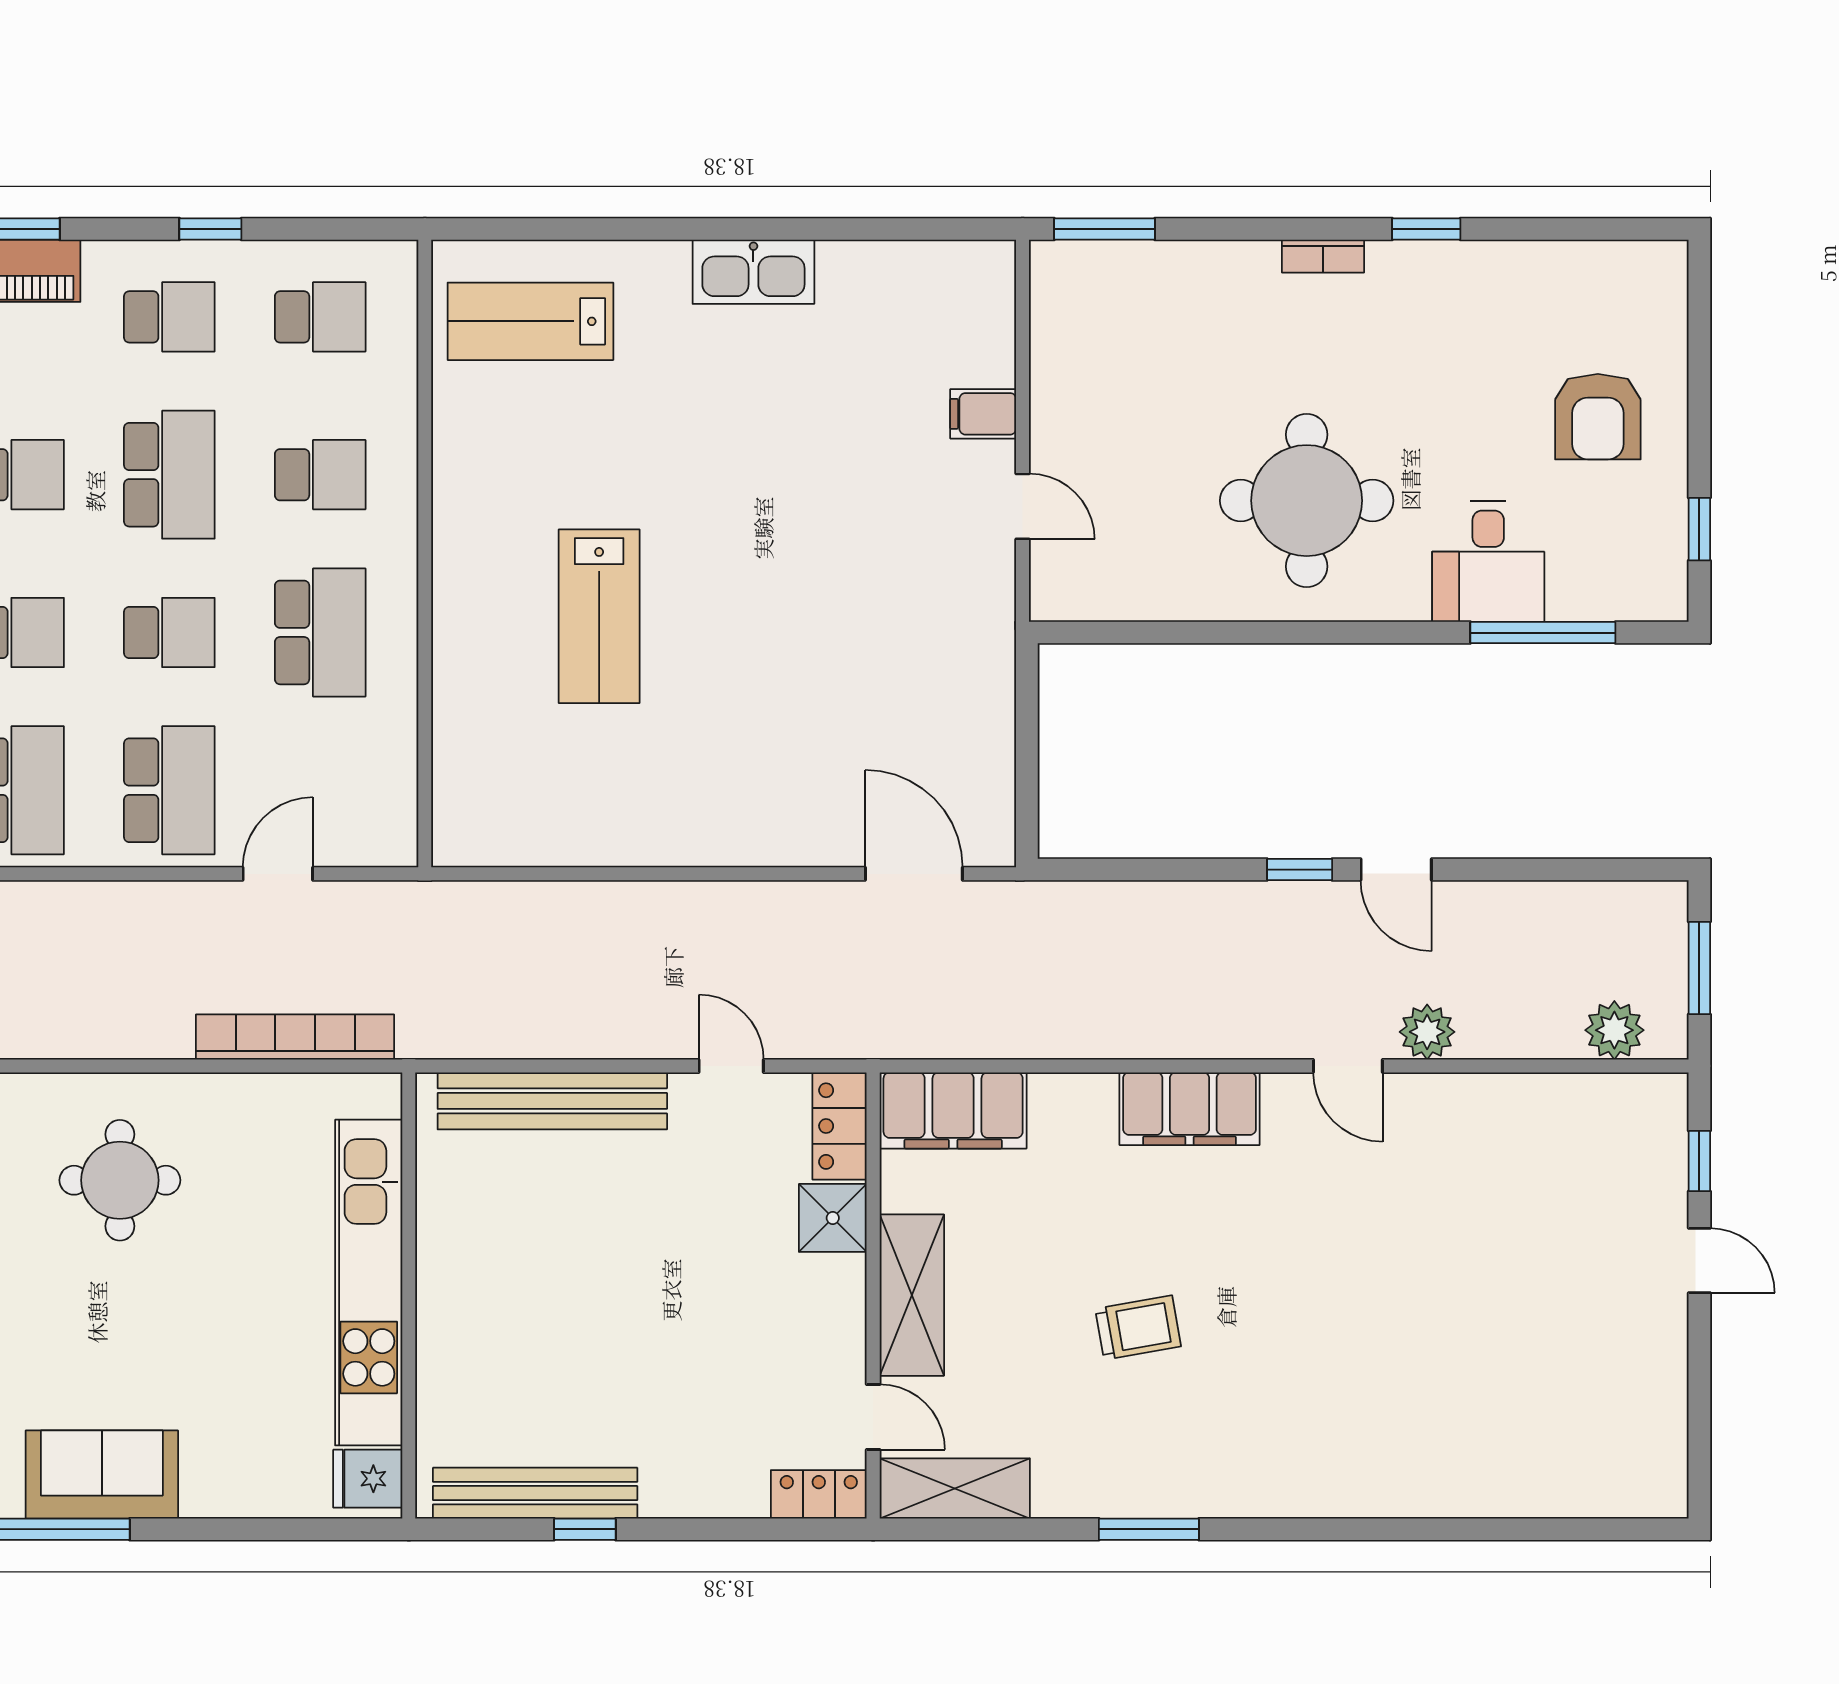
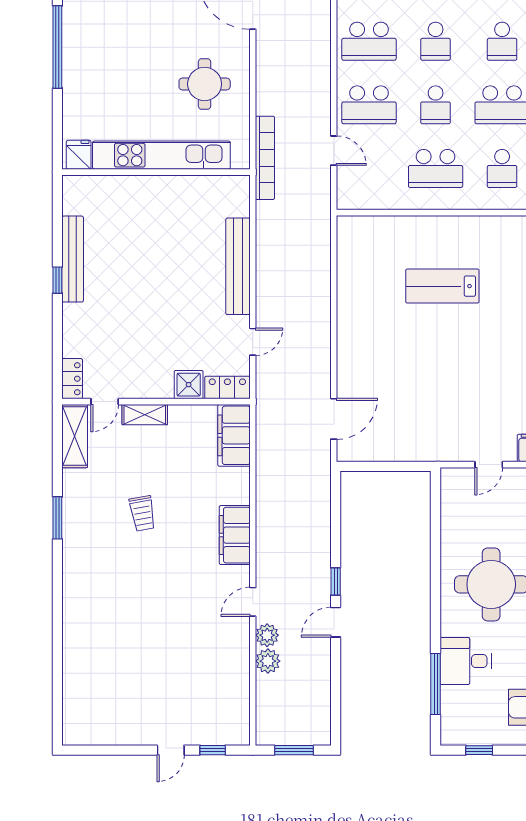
plant: (1614, 1030) -> (268, 661), moved
kitchen unit: (369, 1283) -> (161, 155), moved
wall: (409, 1295) -> (156, 172), moved
shelving: (912, 1295) -> (145, 415), width x0.67, depth x0.75
sofa: (102, 1474) -> (80, 76), removed
fridge: (368, 1479) -> (79, 155), moved

